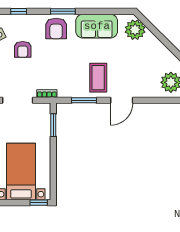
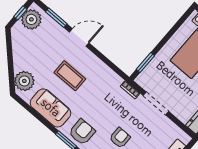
coffee table: (98, 78) -> (70, 76), moved, turned 90
window: (84, 100) -> (56, 18), moved

